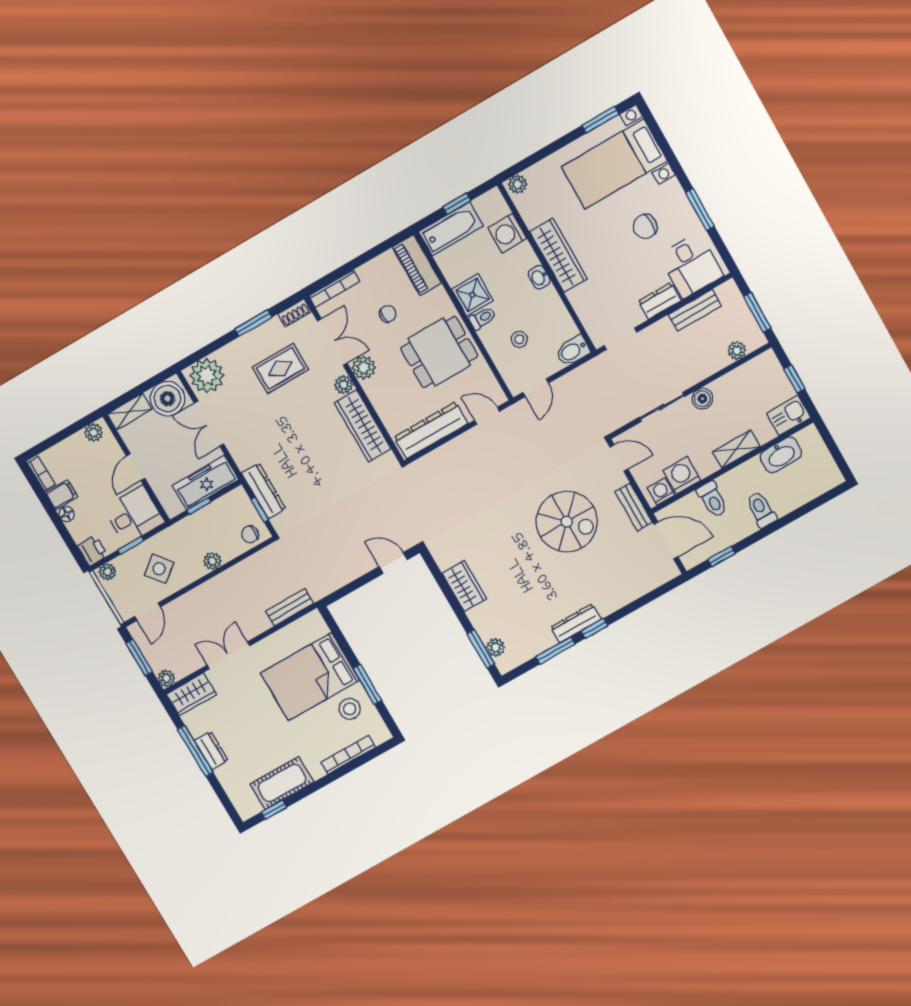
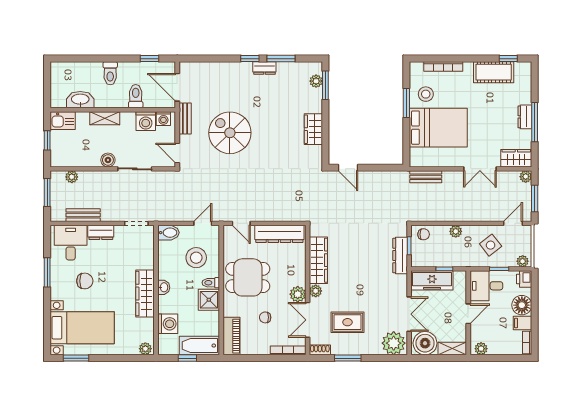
stool: (519, 339) -> (196, 258), width x1.89, depth x1.89
floor lamp: (67, 514) -> (522, 305), width x1.89, depth x1.89
dresser: (576, 623) -> (264, 68), width x0.70

